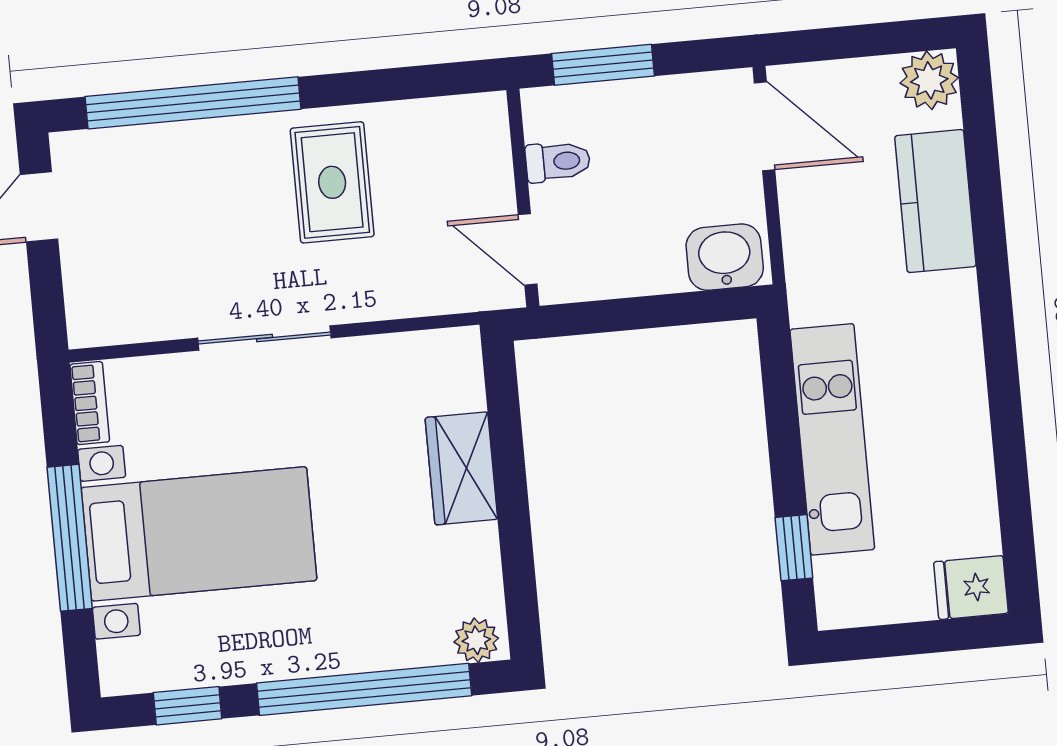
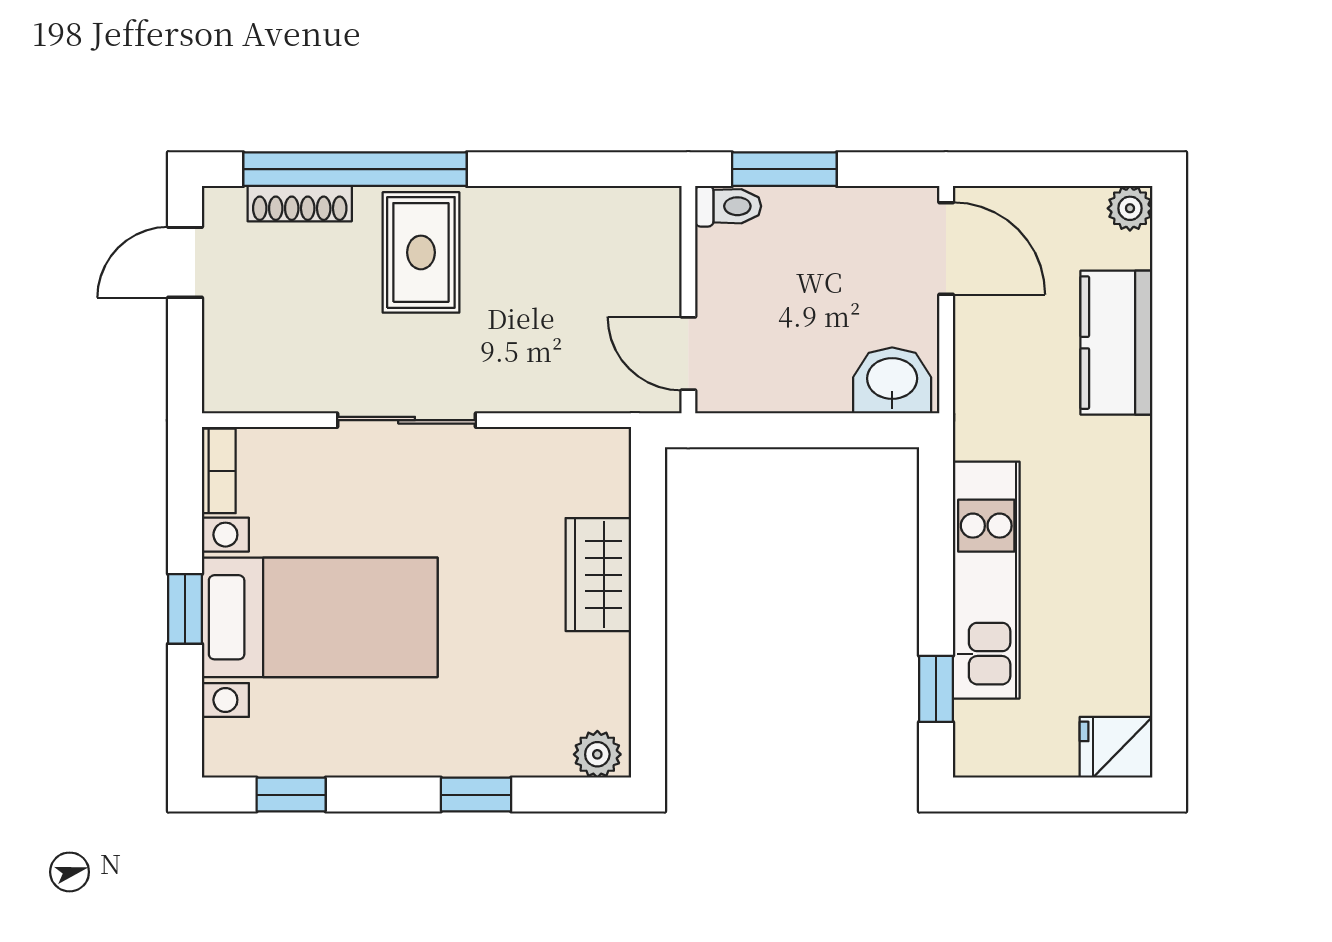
plant: (929, 80) -> (1130, 208), width x0.73, depth x0.73
shoe rack: (143, 141) -> (300, 204), added
toilet: (558, 162) -> (728, 206), moved
rug: (332, 182) -> (421, 252), moved
window: (70, 538) -> (185, 609), width x0.46
window: (364, 689) -> (476, 795), width x0.32

